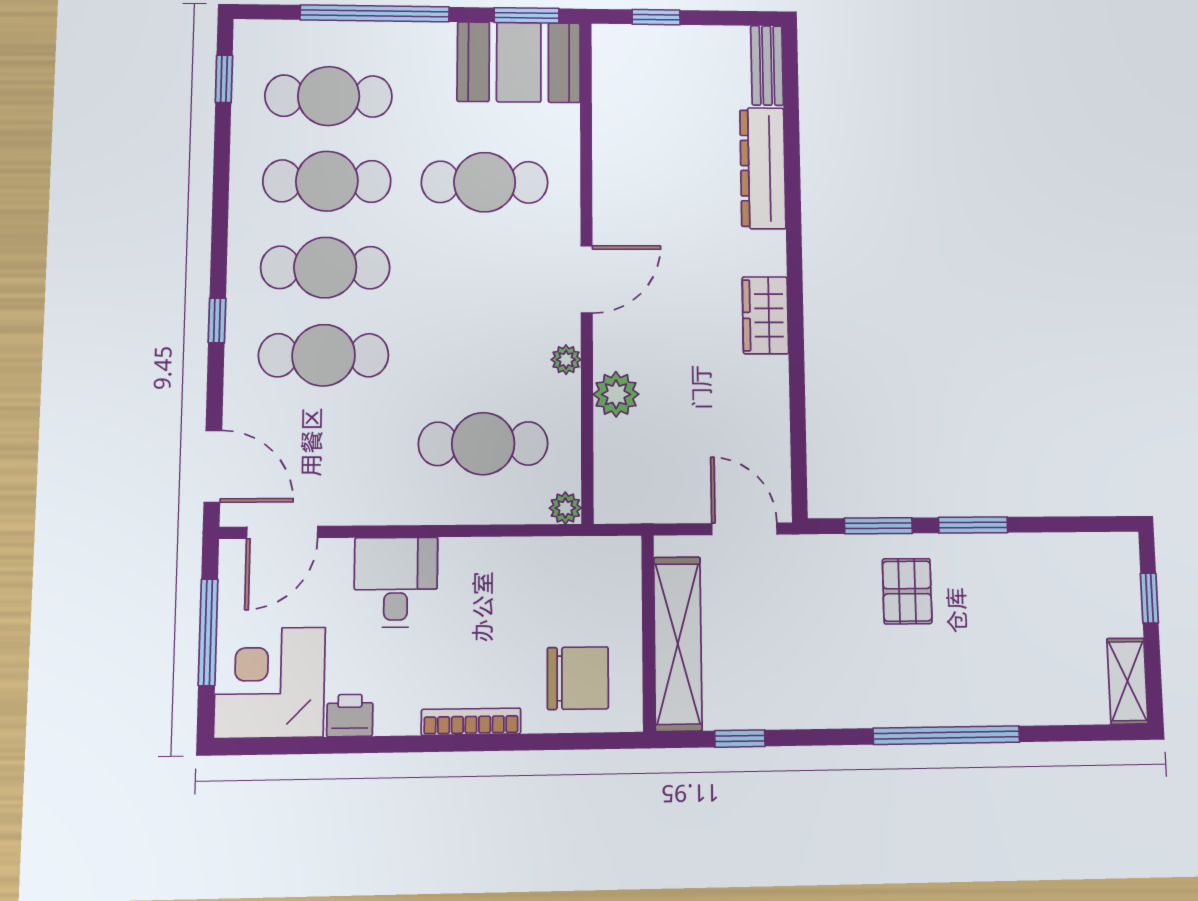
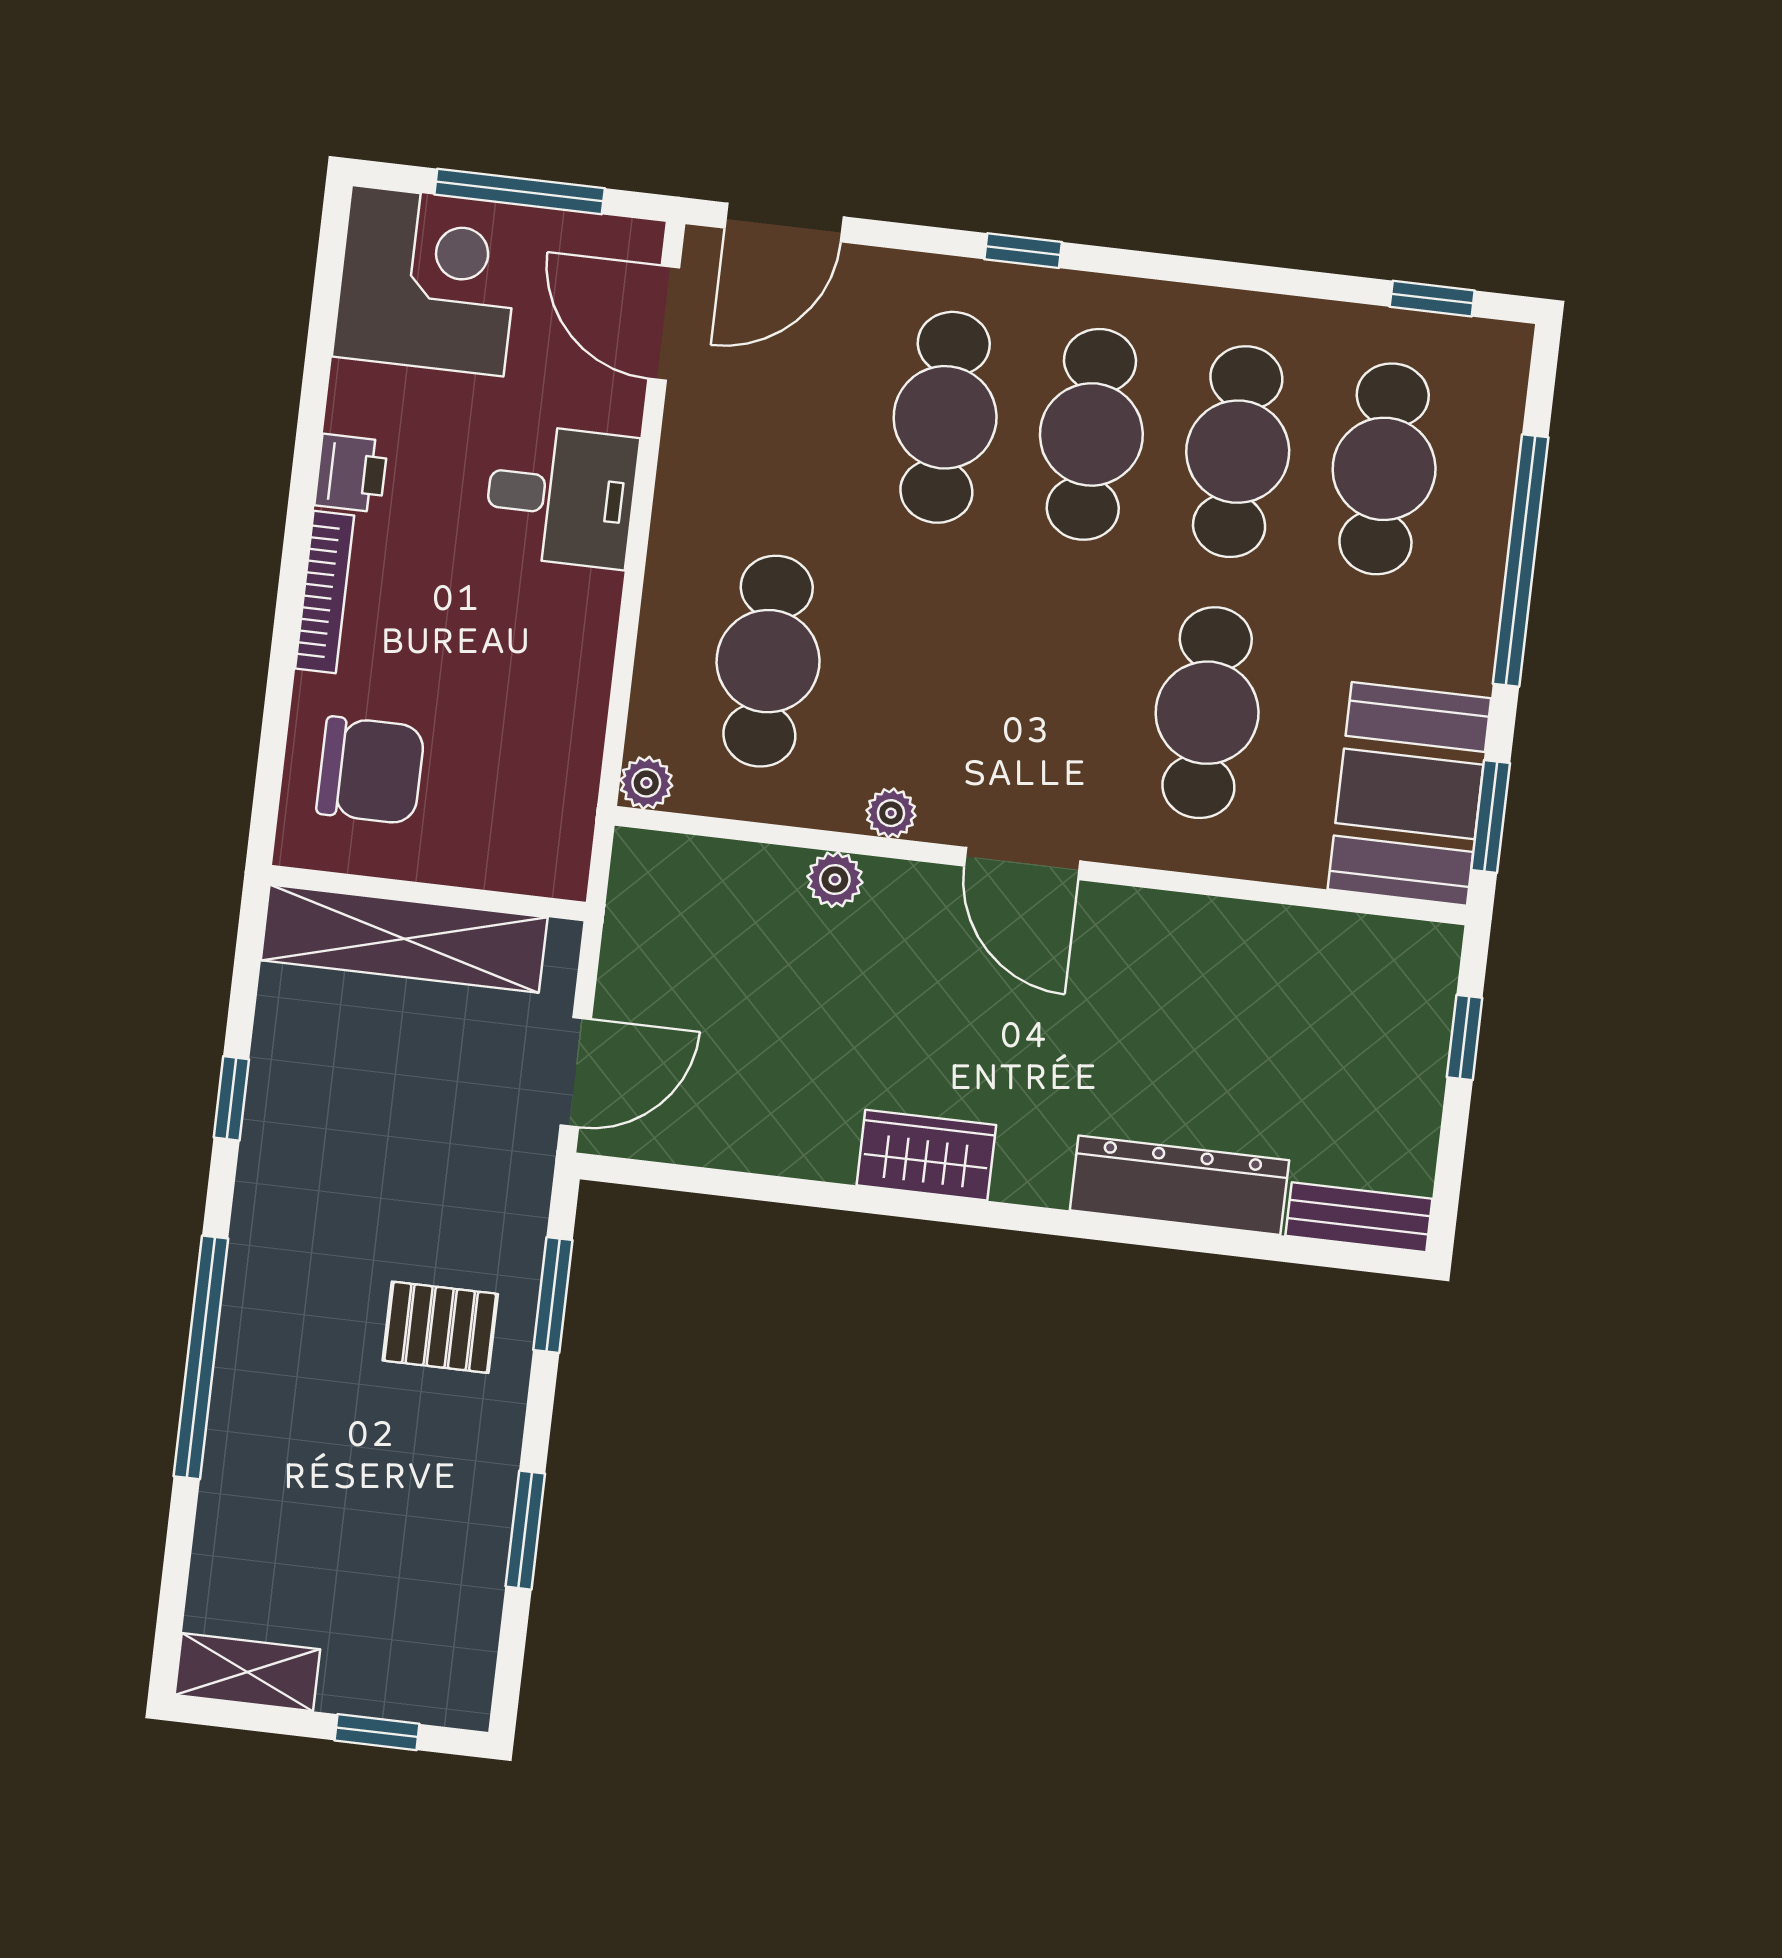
plant: (616, 394) -> (835, 879), width x0.73, depth x0.73
window: (973, 525) -> (525, 1530), moved
chair: (578, 678) -> (371, 770), turned -90
printer: (350, 716) -> (351, 473), moved
window: (740, 739) -> (231, 1098), moved

